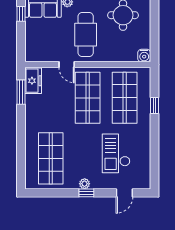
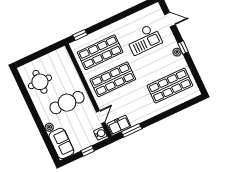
window: (21, 14) -> (88, 151), moved
water cooler: (144, 56) -> (100, 134), moved
door: (67, 65) -> (101, 117), moved
window: (154, 105) -> (80, 35), moved

